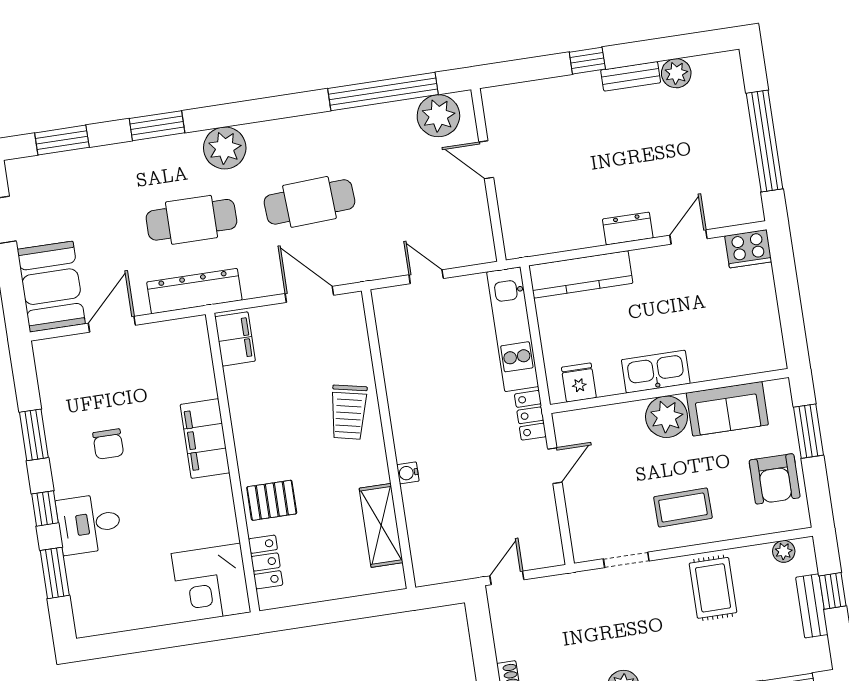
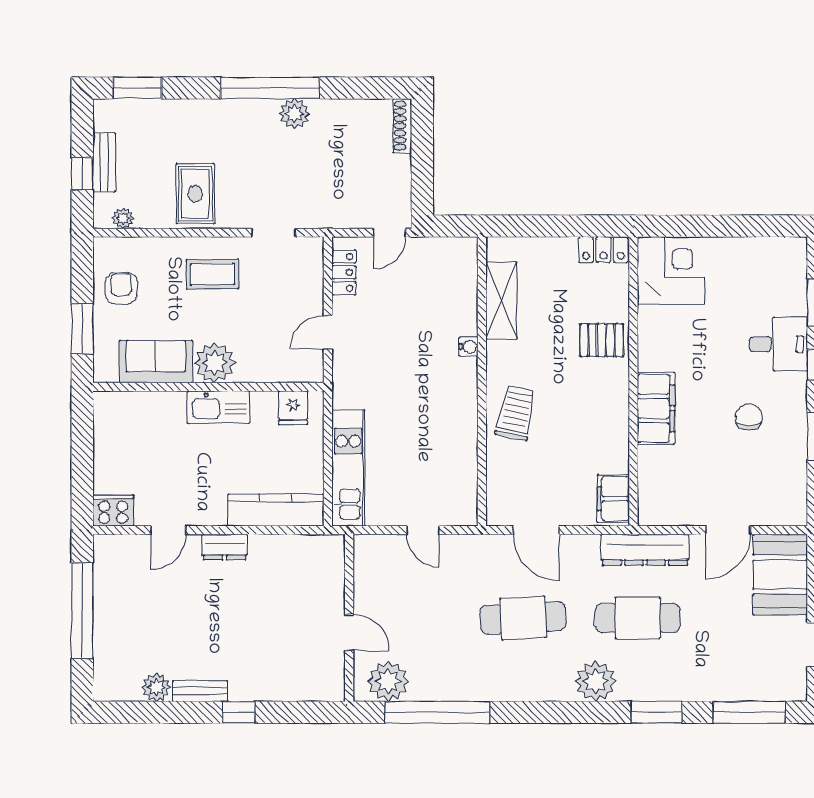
window: (62, 140) -> (749, 712), width x1.44
locker: (530, 415) -> (344, 272), moved
armchair: (775, 479) -> (121, 288), width x0.72, depth x0.72
locker: (266, 562) -> (603, 250), moved, turned -90

